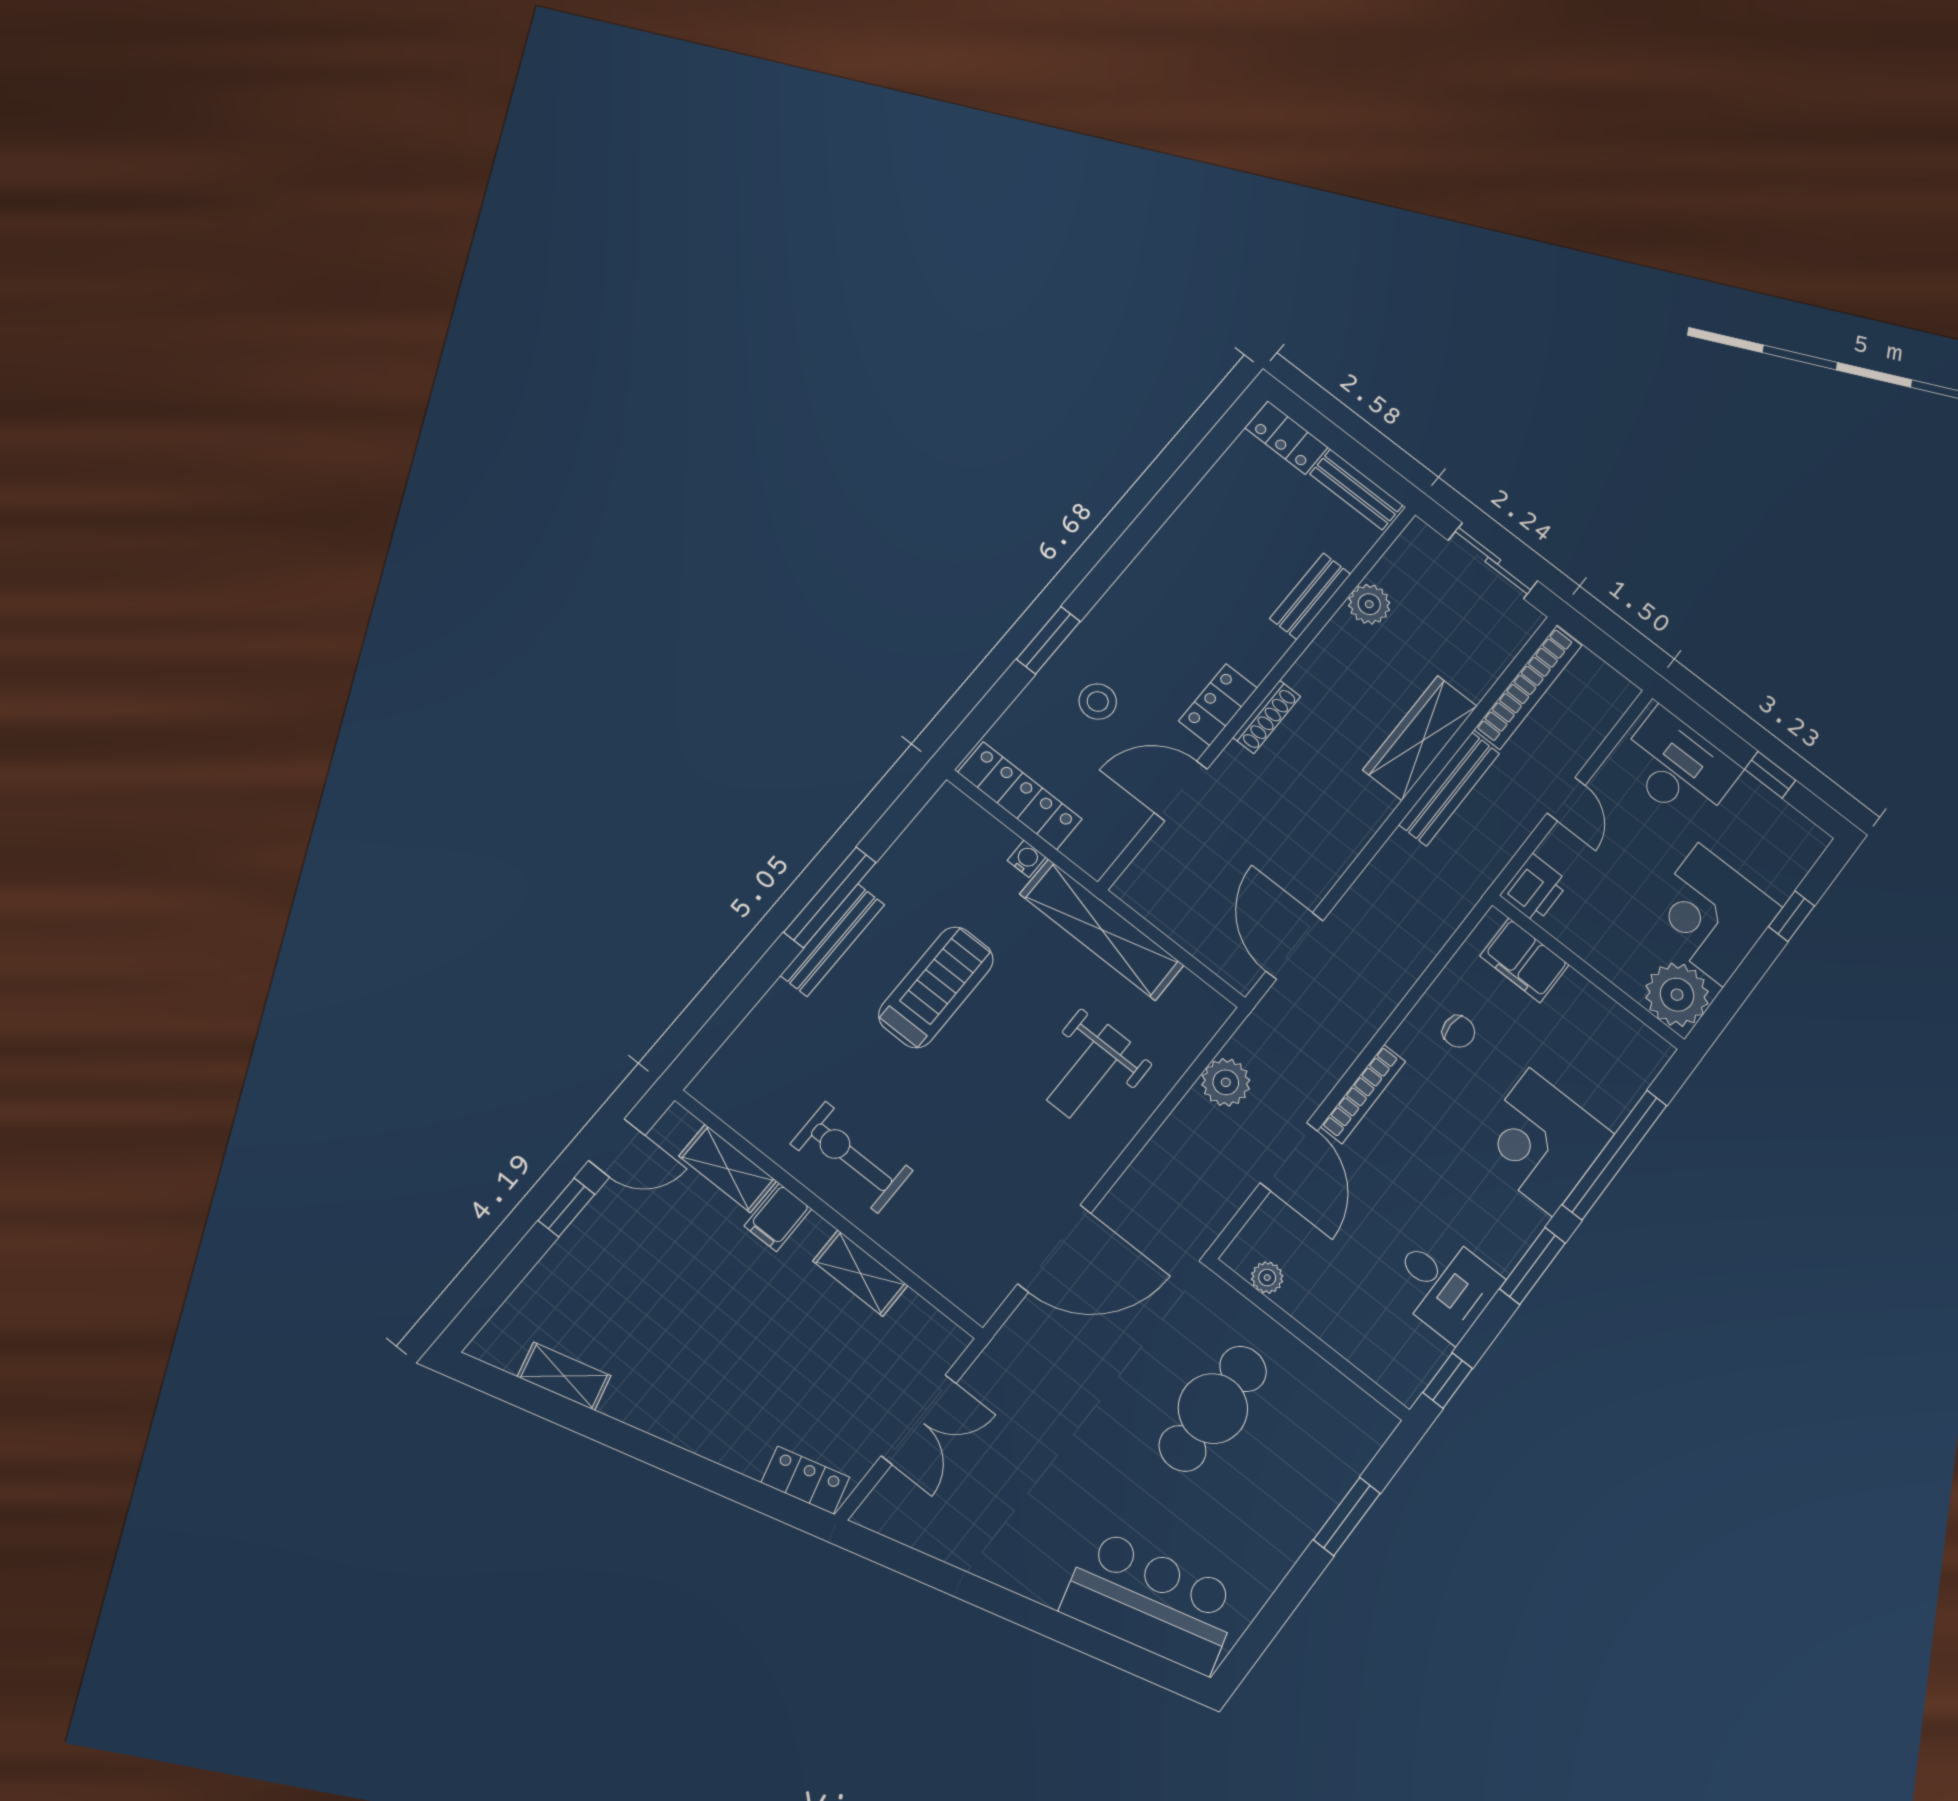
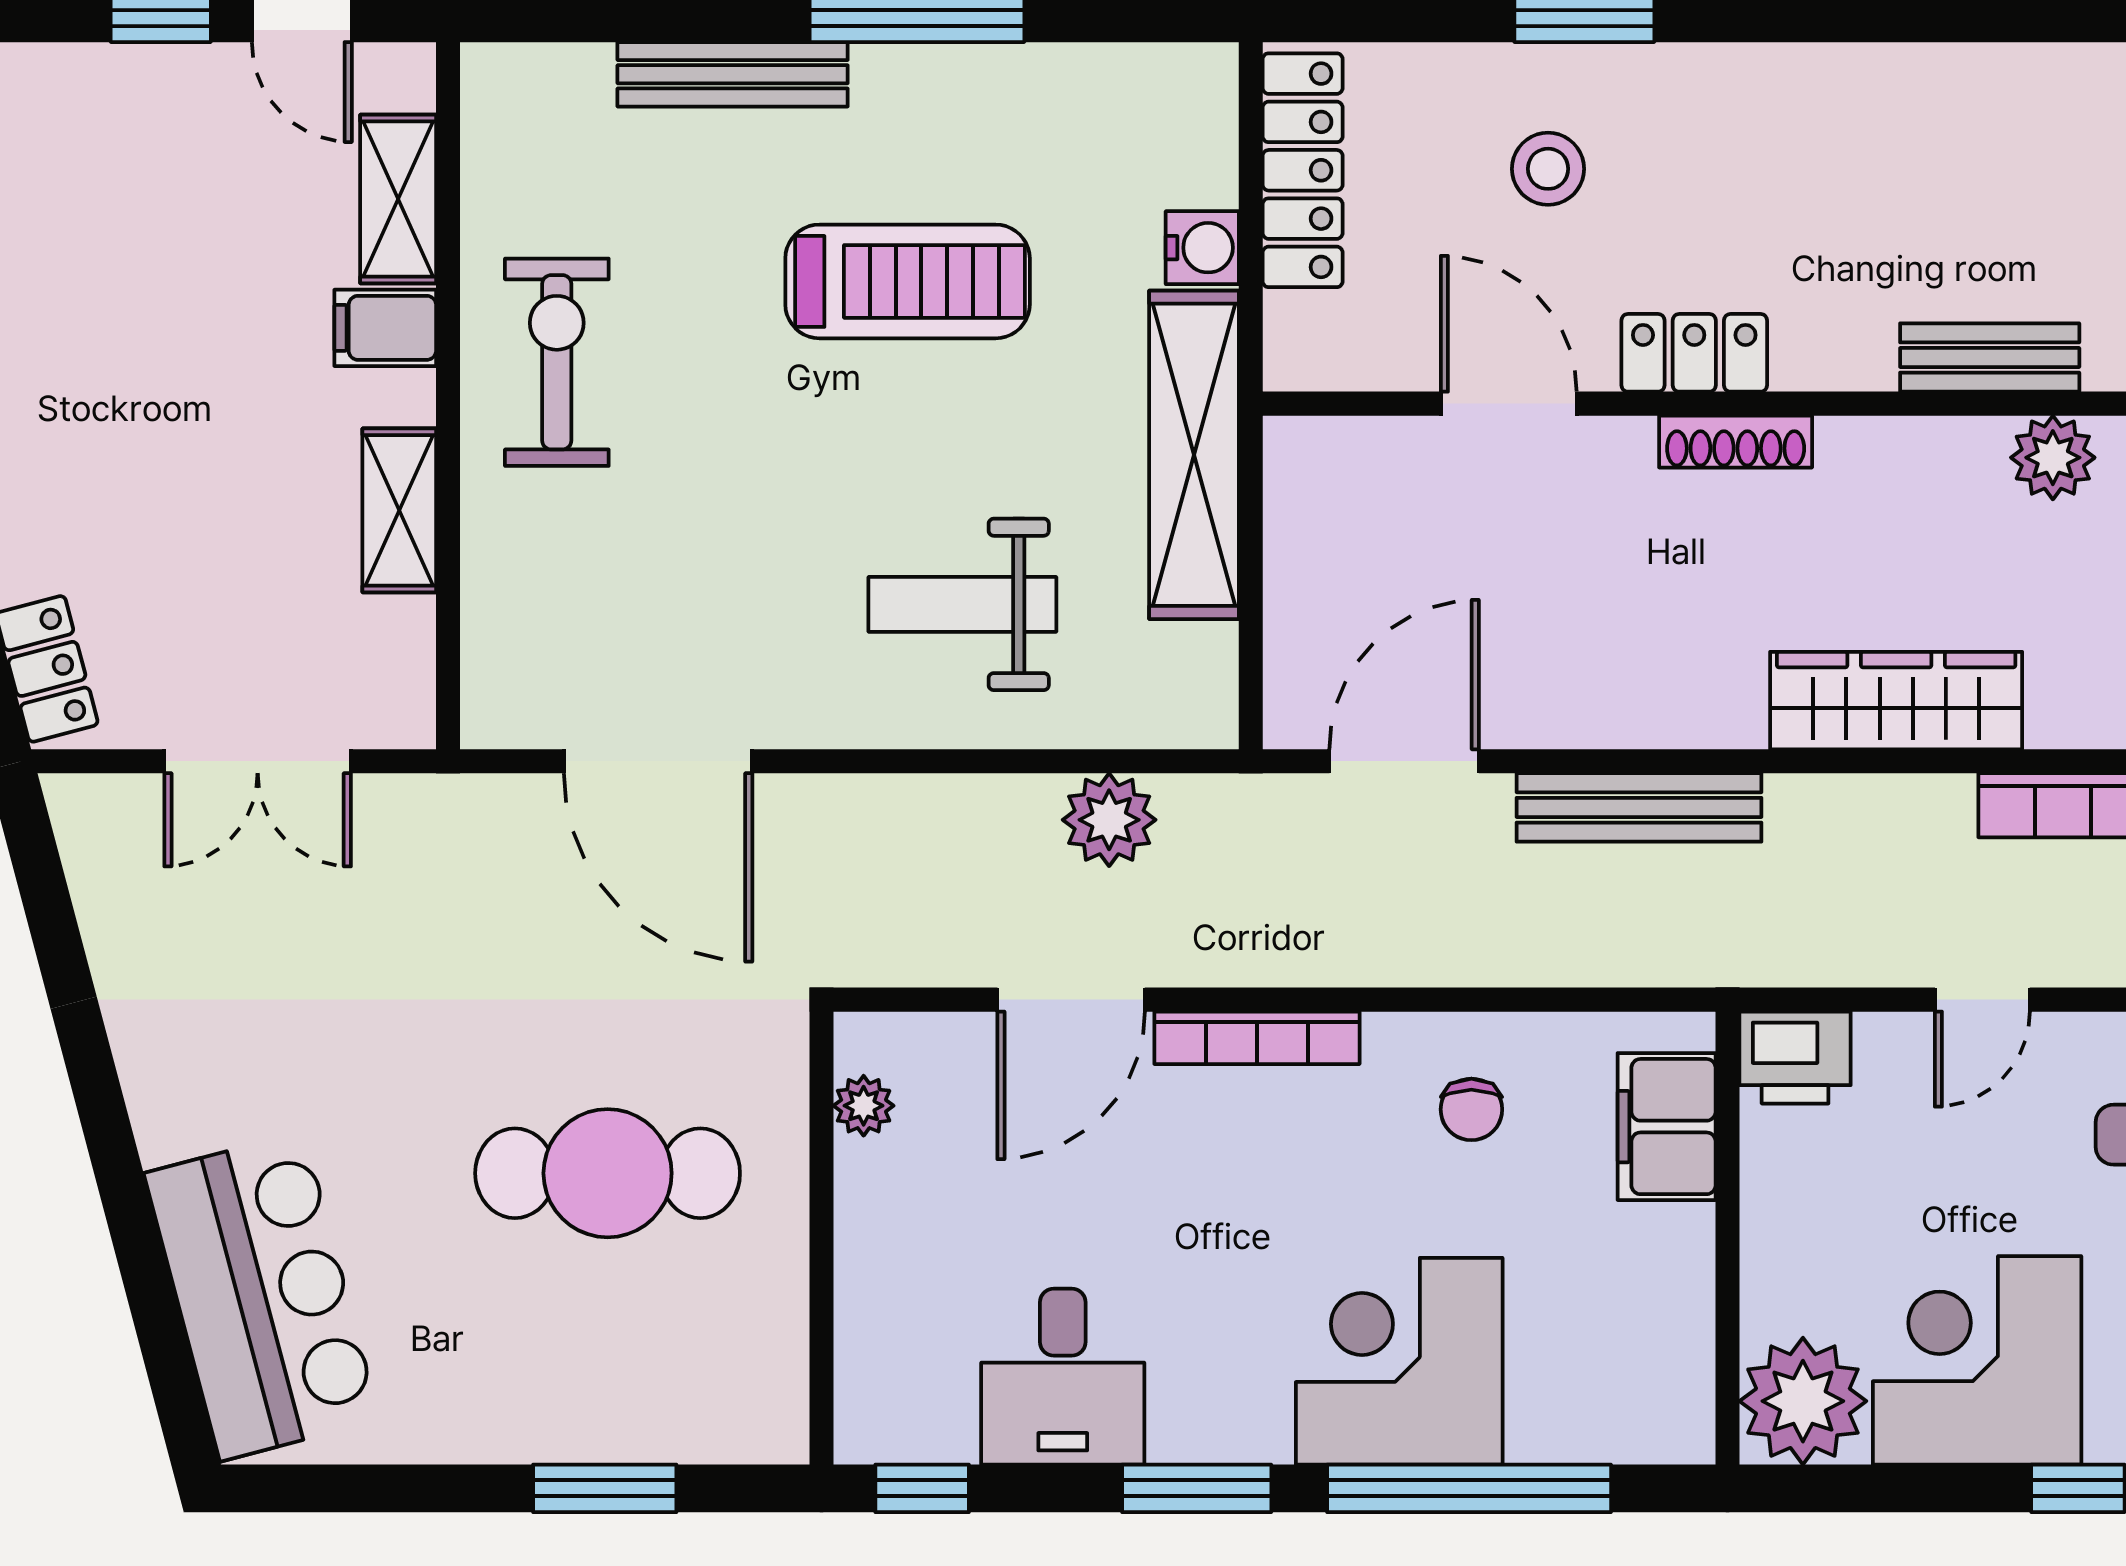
bench: (1449, 789) -> (1639, 807), moved
water cooler: (1026, 859) -> (1202, 248), width x1.38, depth x1.38
bench: (833, 940) -> (733, 74), moved

